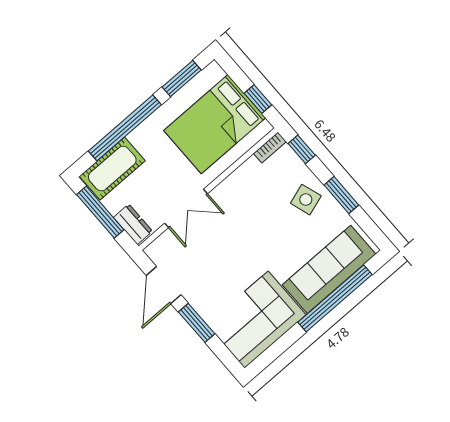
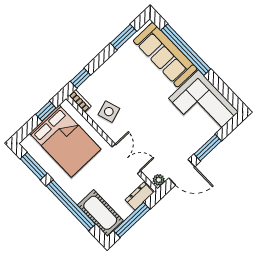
window: (341, 195) -> (124, 37), moved
side table: (306, 200) -> (109, 112), moved
plant: (155, 252) -> (159, 180), added

